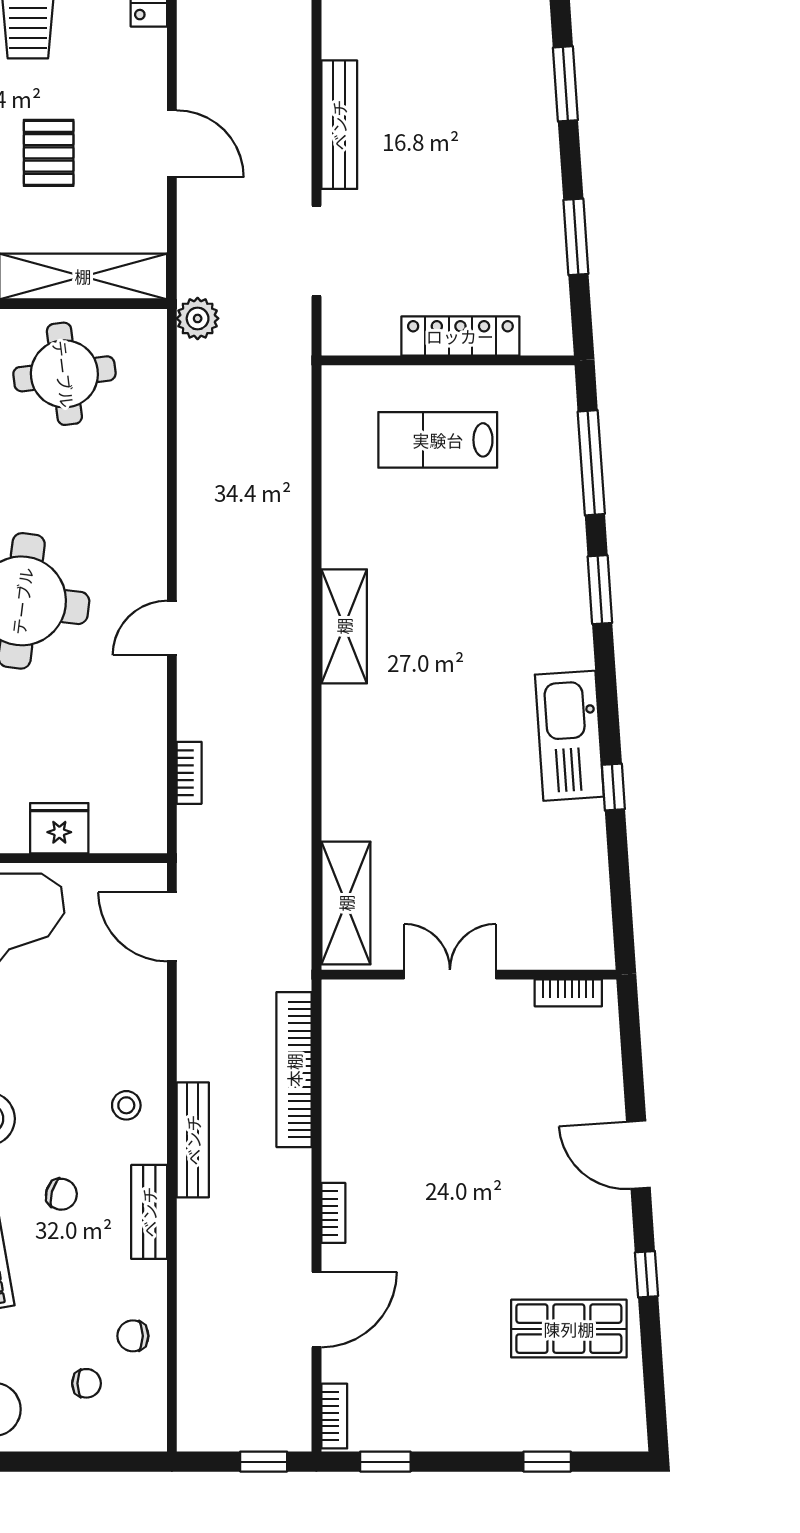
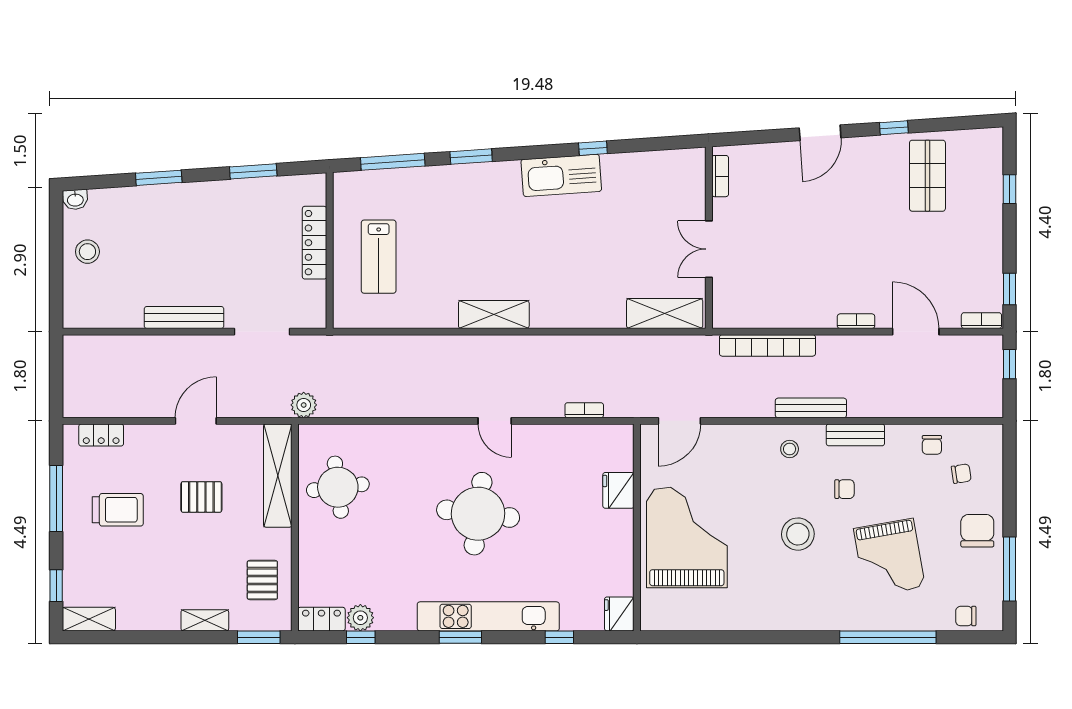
chair: (61, 1194) -> (844, 489), turned 74
chair: (86, 1383) -> (961, 474), turned 81

